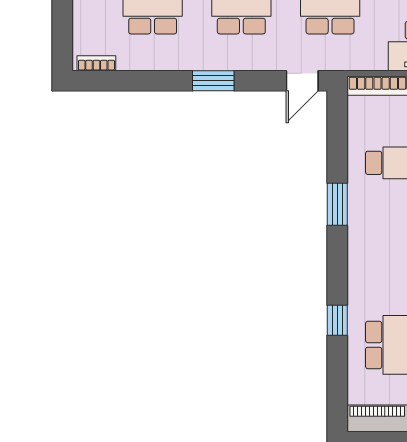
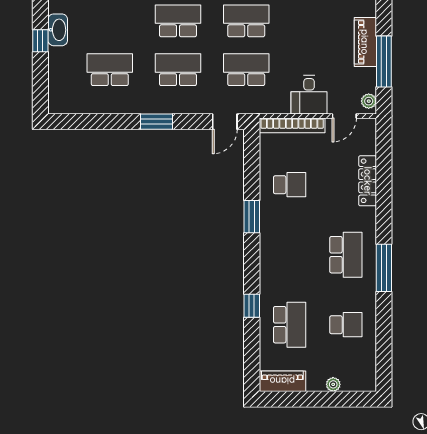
bookcase: (96, 63) -> (67, 108), removed

